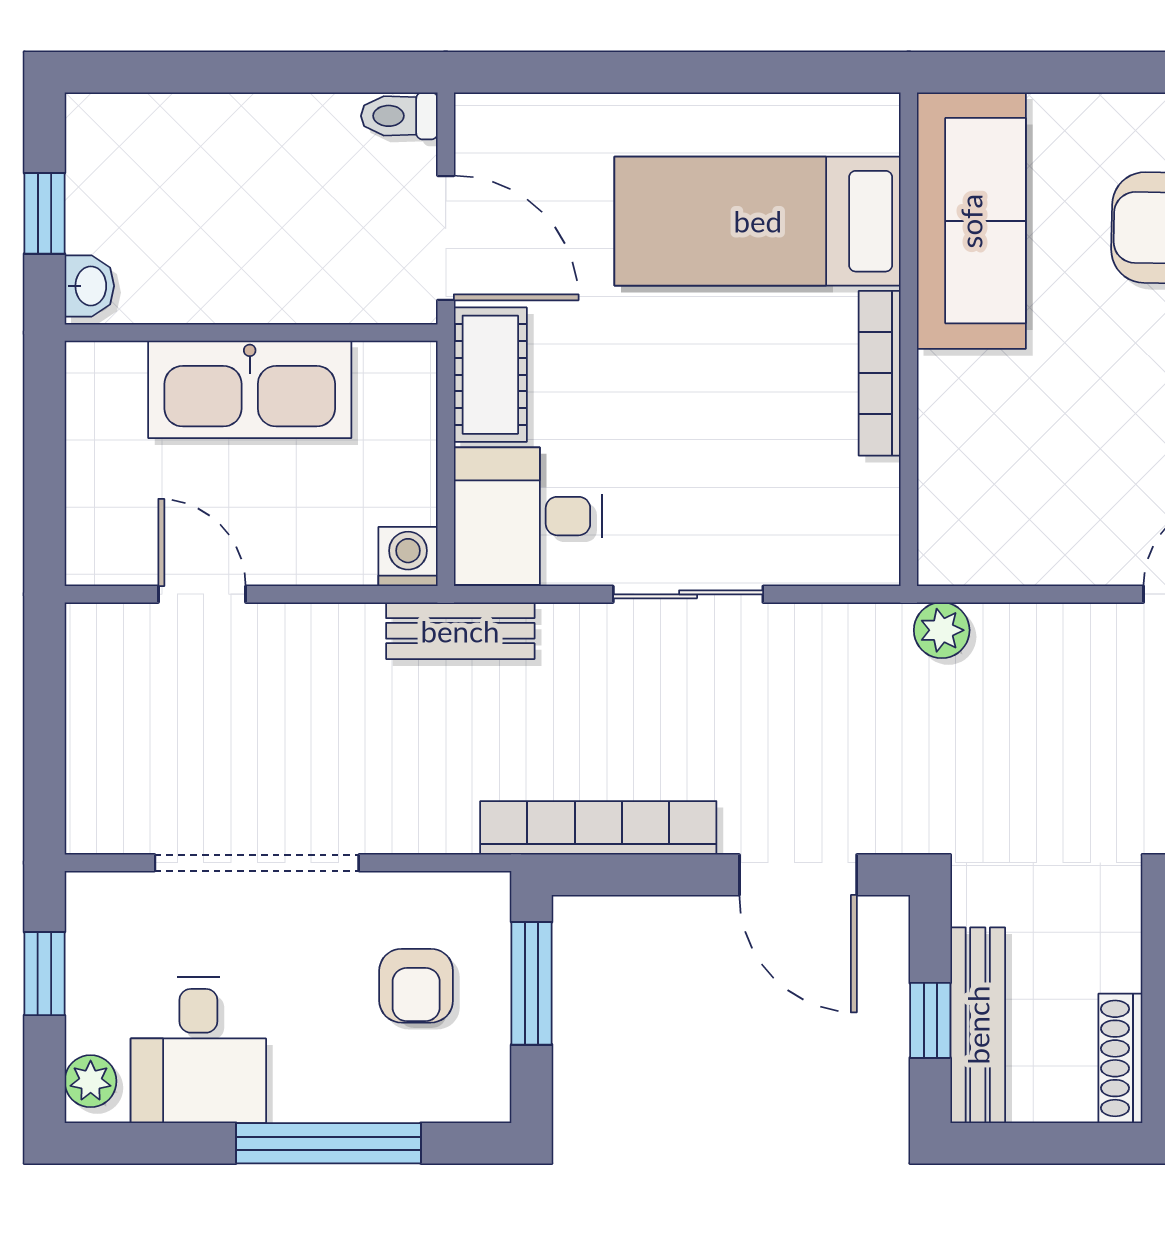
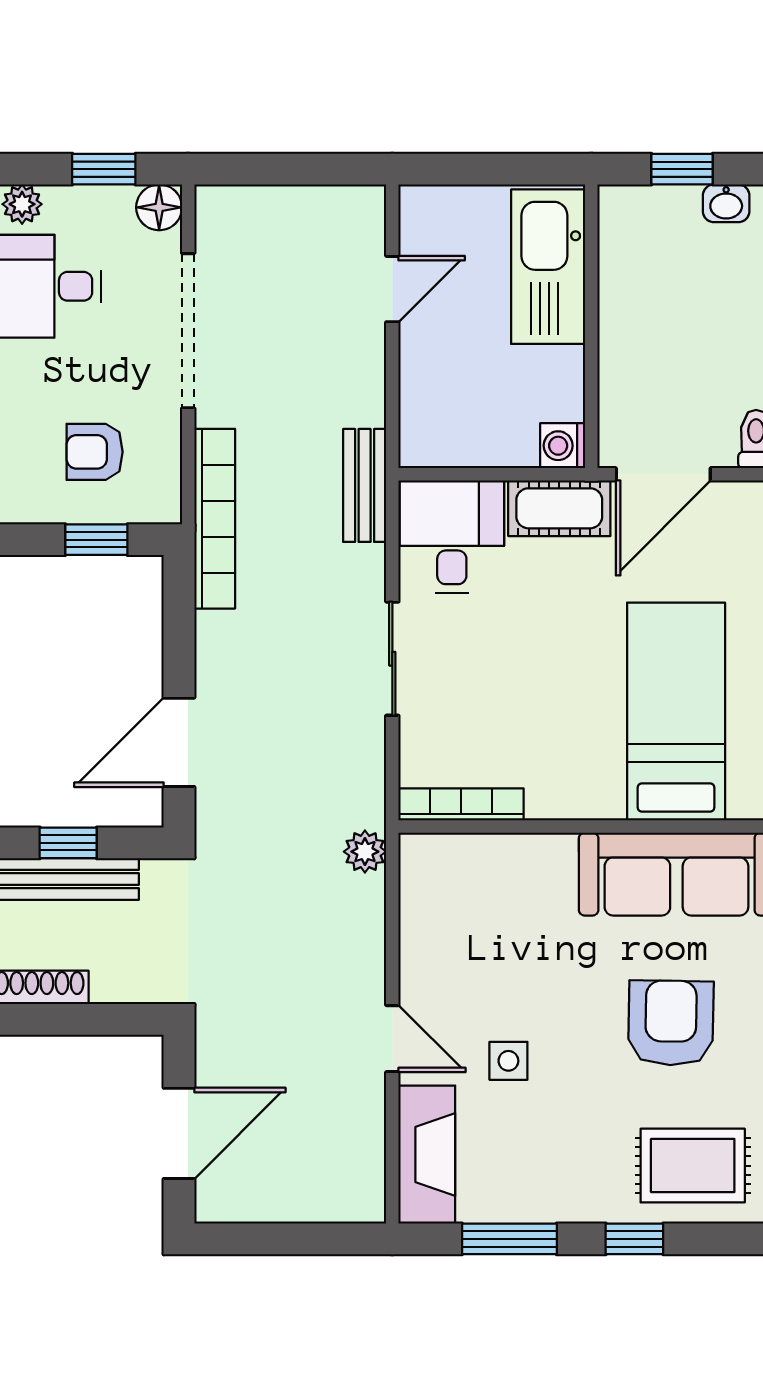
washbasin: (89, 286) -> (726, 203), moved
bookcase: (880, 373) -> (461, 804), moved
kitchen sink: (250, 389) -> (548, 267), moved
washing machine: (408, 557) -> (563, 446), moved, turned 180
bookcase: (598, 828) -> (215, 519), moved
floor lamp: (95, 901) -> (159, 207), added
window: (532, 983) -> (96, 540), width x0.67

